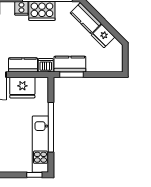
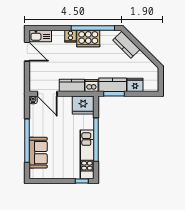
fridge: (103, 36) -> (135, 85), moved, turned 135
fridge: (22, 88) -> (83, 105), moved

